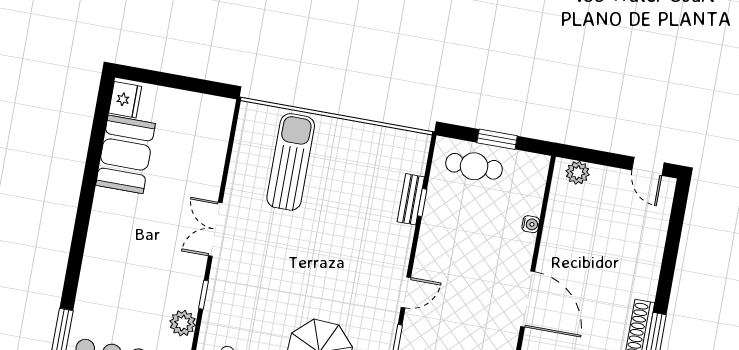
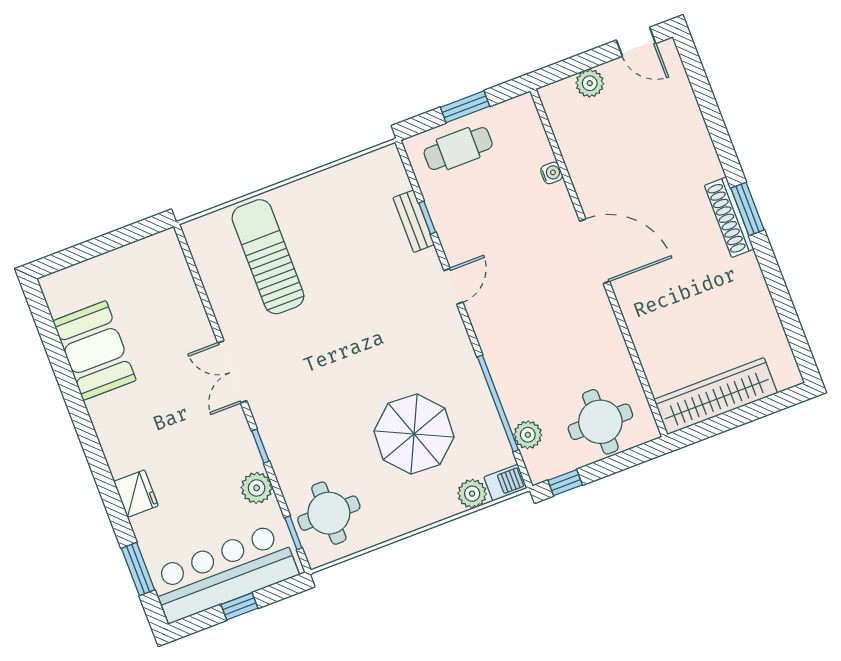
fridge: (125, 100) -> (136, 494), moved
plant: (578, 173) -> (590, 83), moved
door: (406, 292) -> (453, 286), moved

